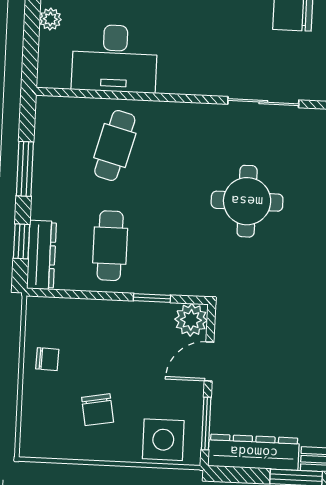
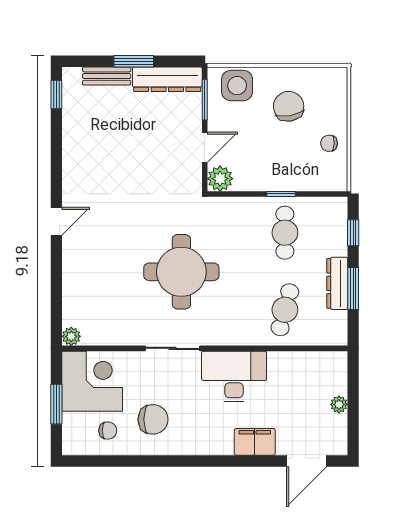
desk: (115, 58) -> (234, 377), moved
round table: (247, 201) -> (181, 272), width x1.36, depth x1.36
dresser: (42, 255) -> (337, 283), moved
window: (152, 298) -> (281, 194), moved
chair: (98, 410) -> (289, 106), width x1.37, depth x1.37

